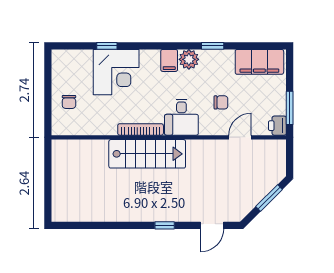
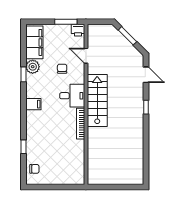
plant: (189, 59) -> (33, 67), moved
corner desk: (116, 72) -> (41, 140), removed
chair: (69, 102) -> (34, 169), moved
stairs: (147, 154) -> (97, 100), moved

